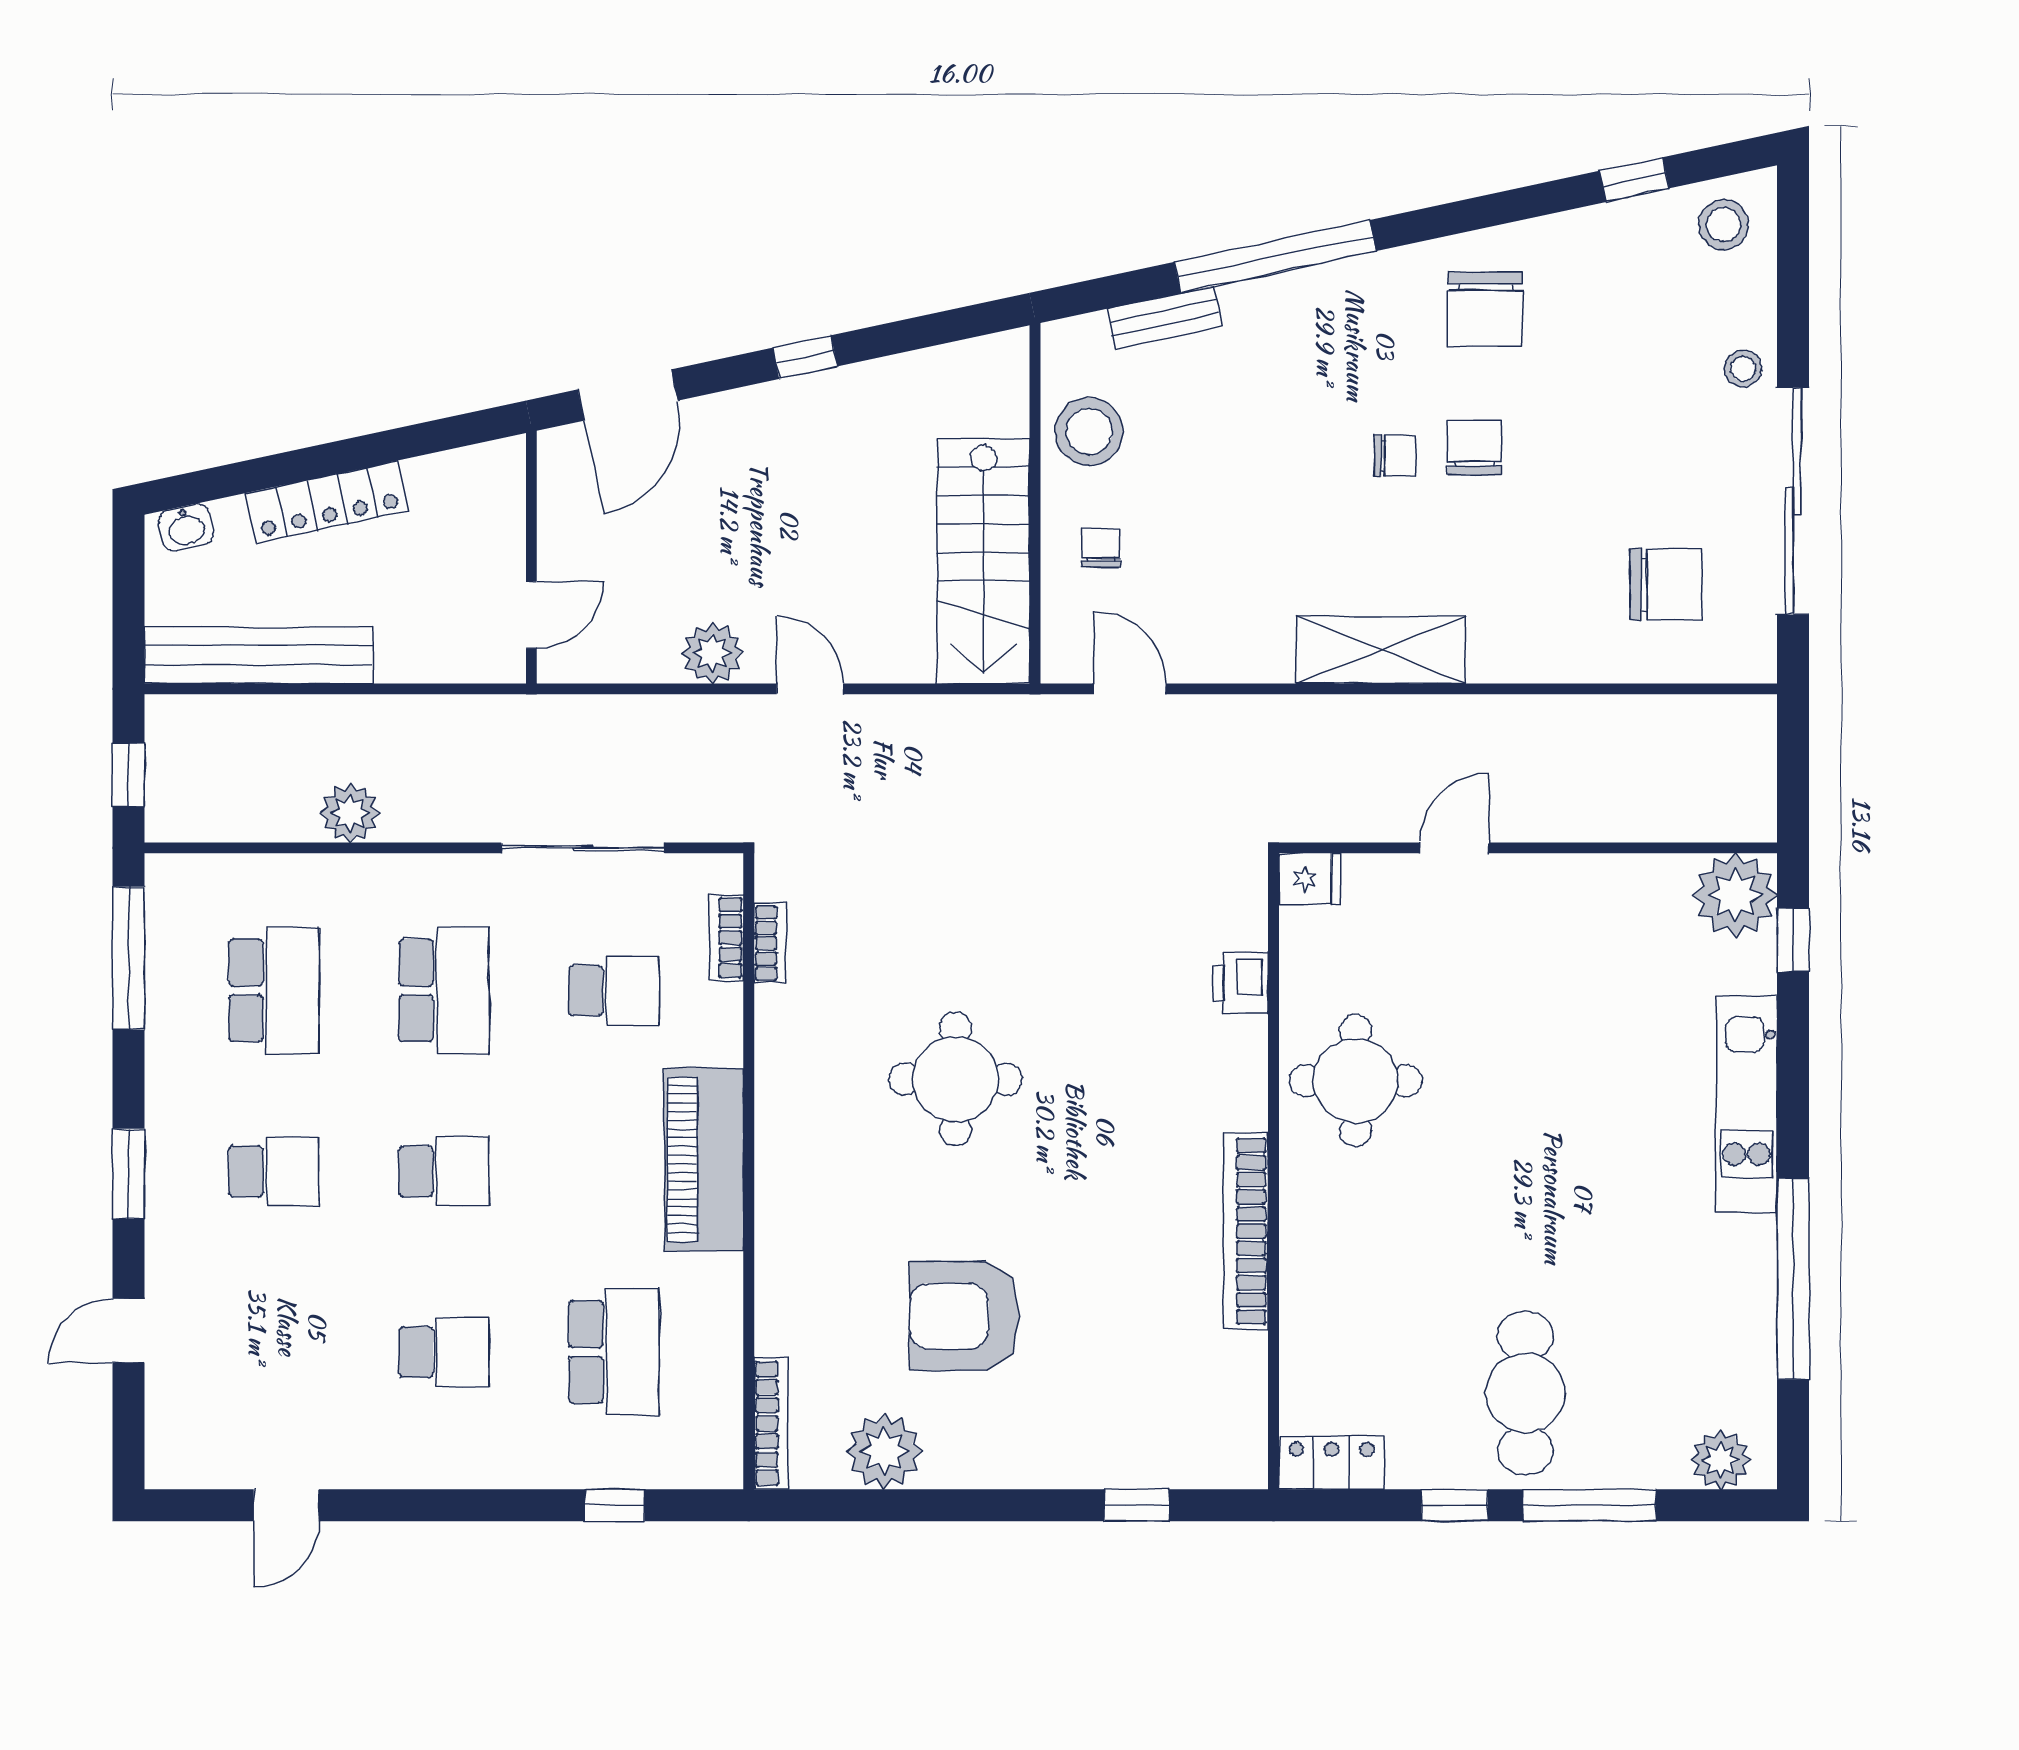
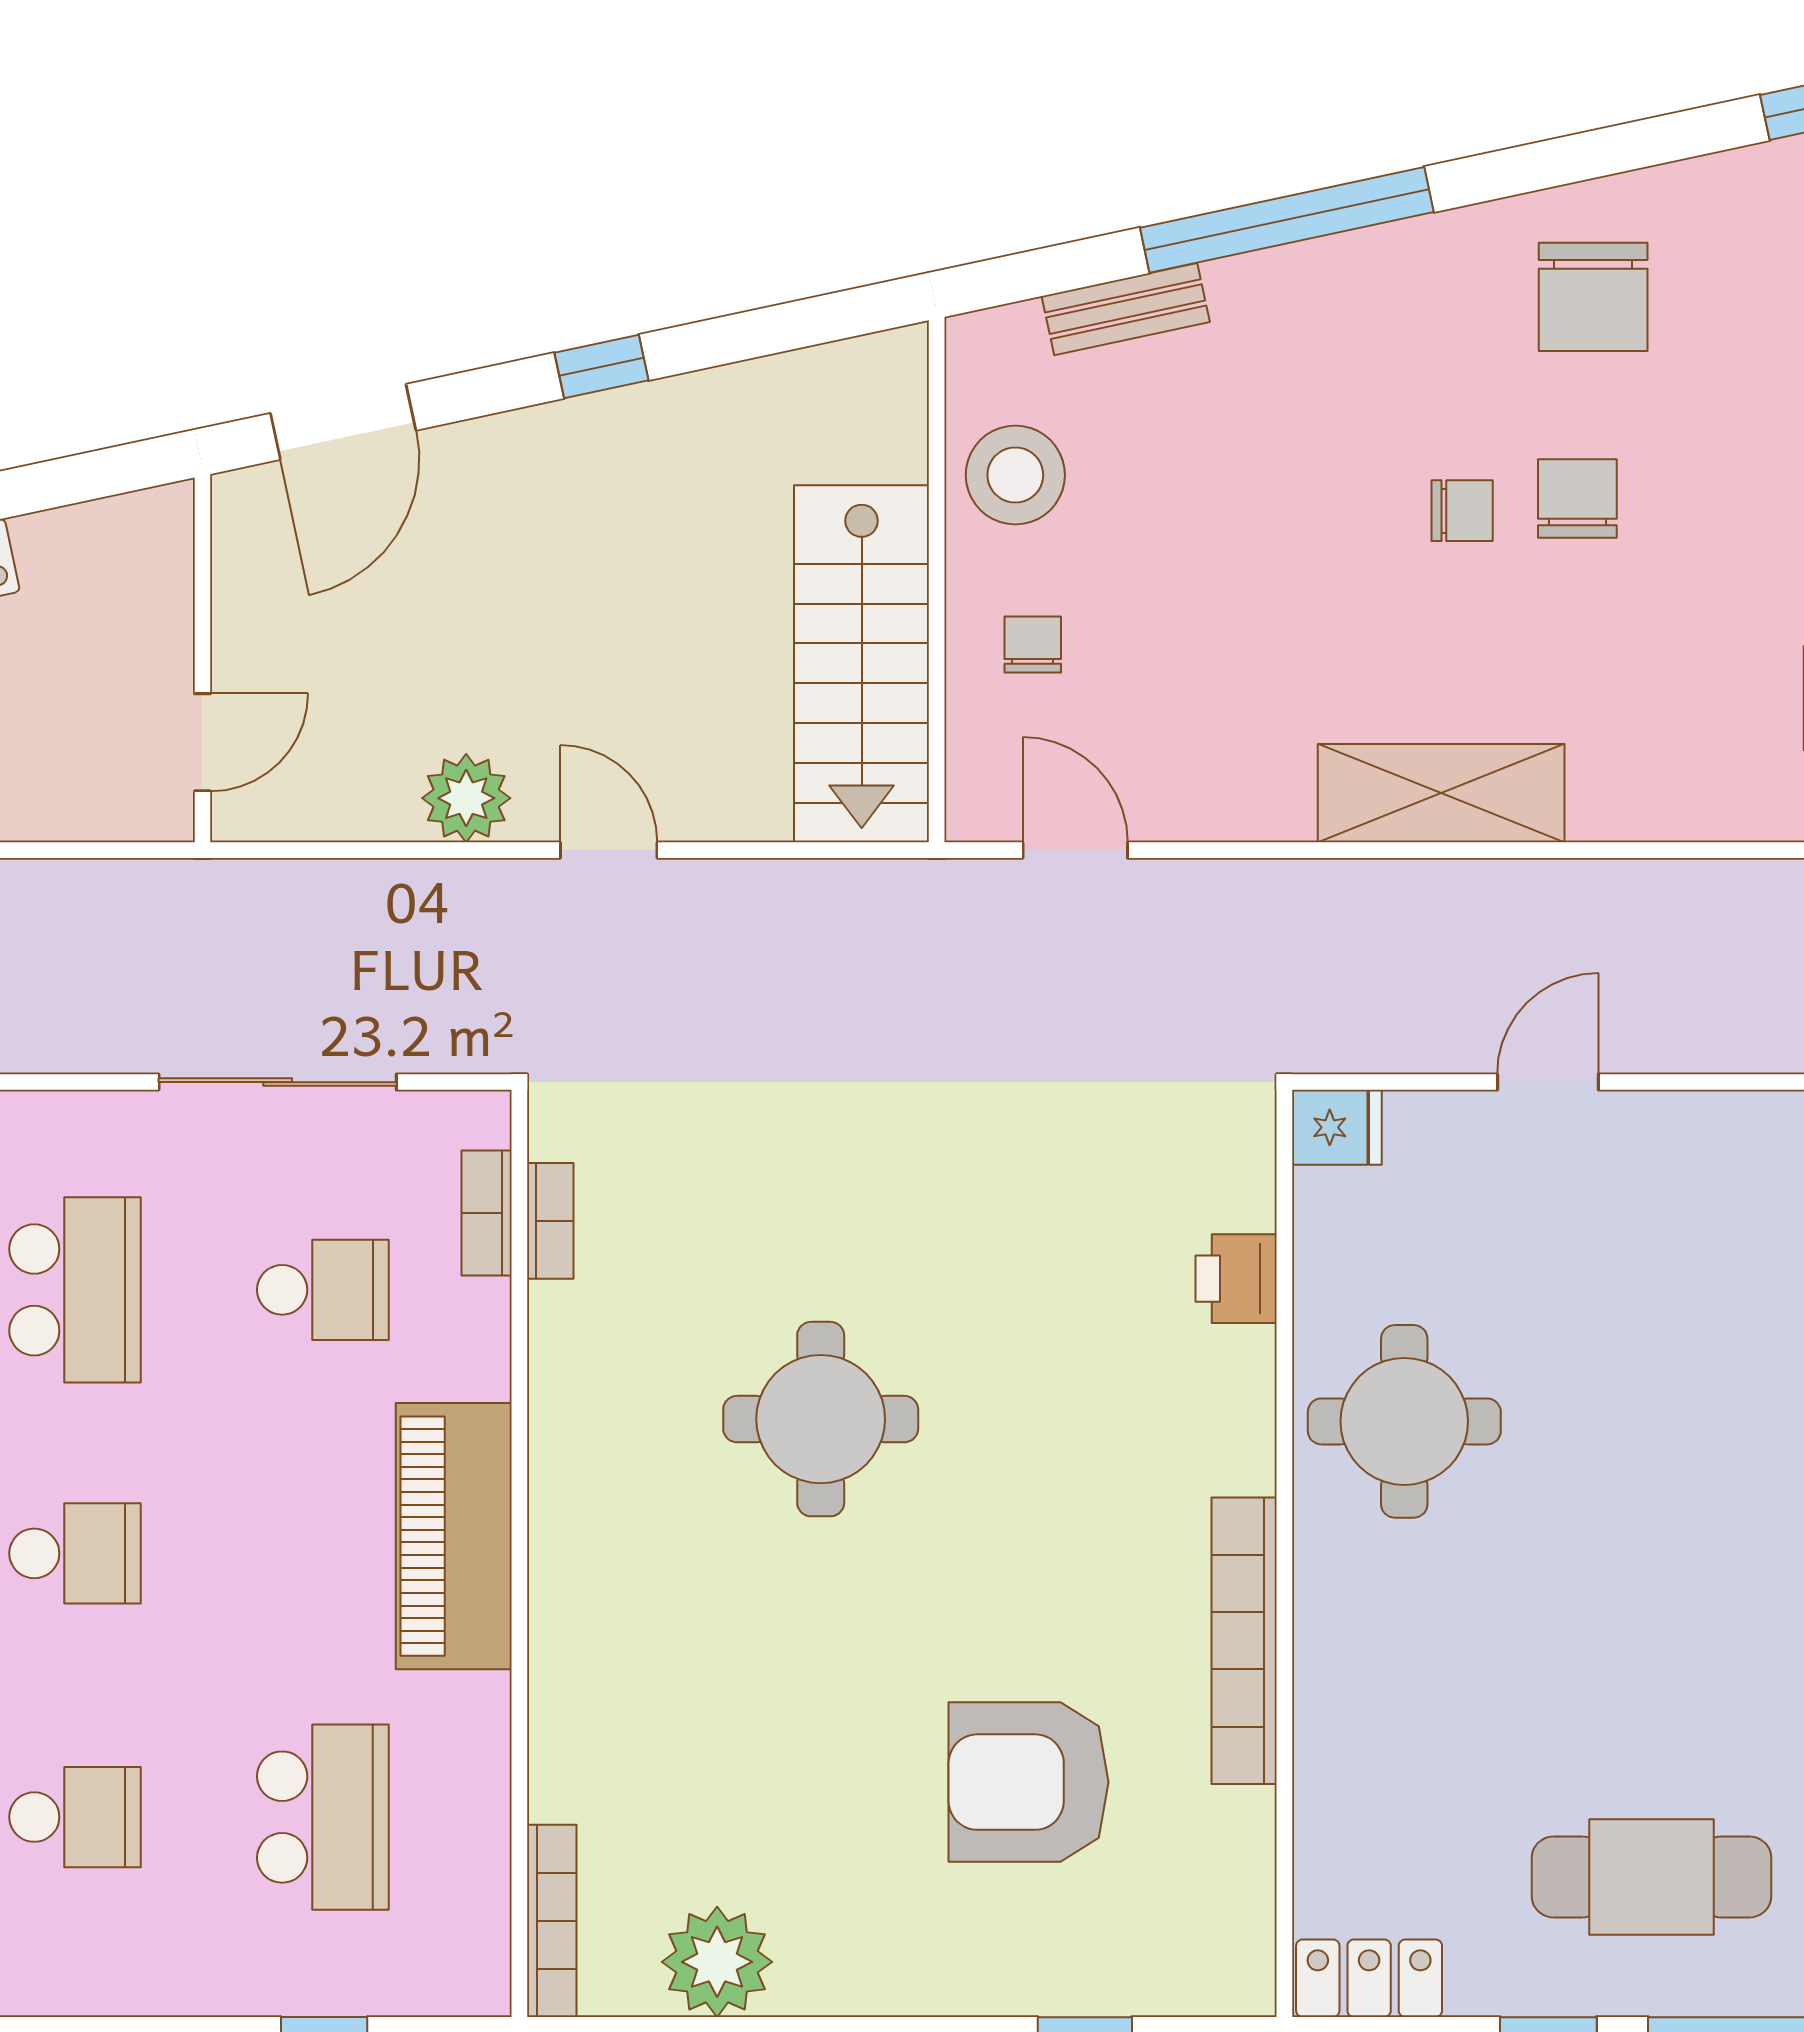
armchair: (964, 1316) -> (1029, 1782), moved
cafe table: (1525, 1393) -> (1652, 1877), turned 90

